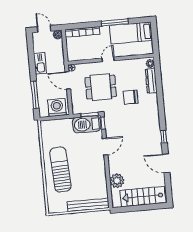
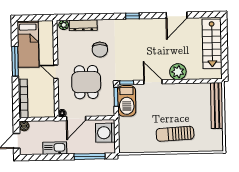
window: (164, 137) -> (132, 16), moved
sun lounger: (60, 170) -> (175, 134), width x0.73, depth x0.75
plant: (117, 181) -> (178, 72), moved

